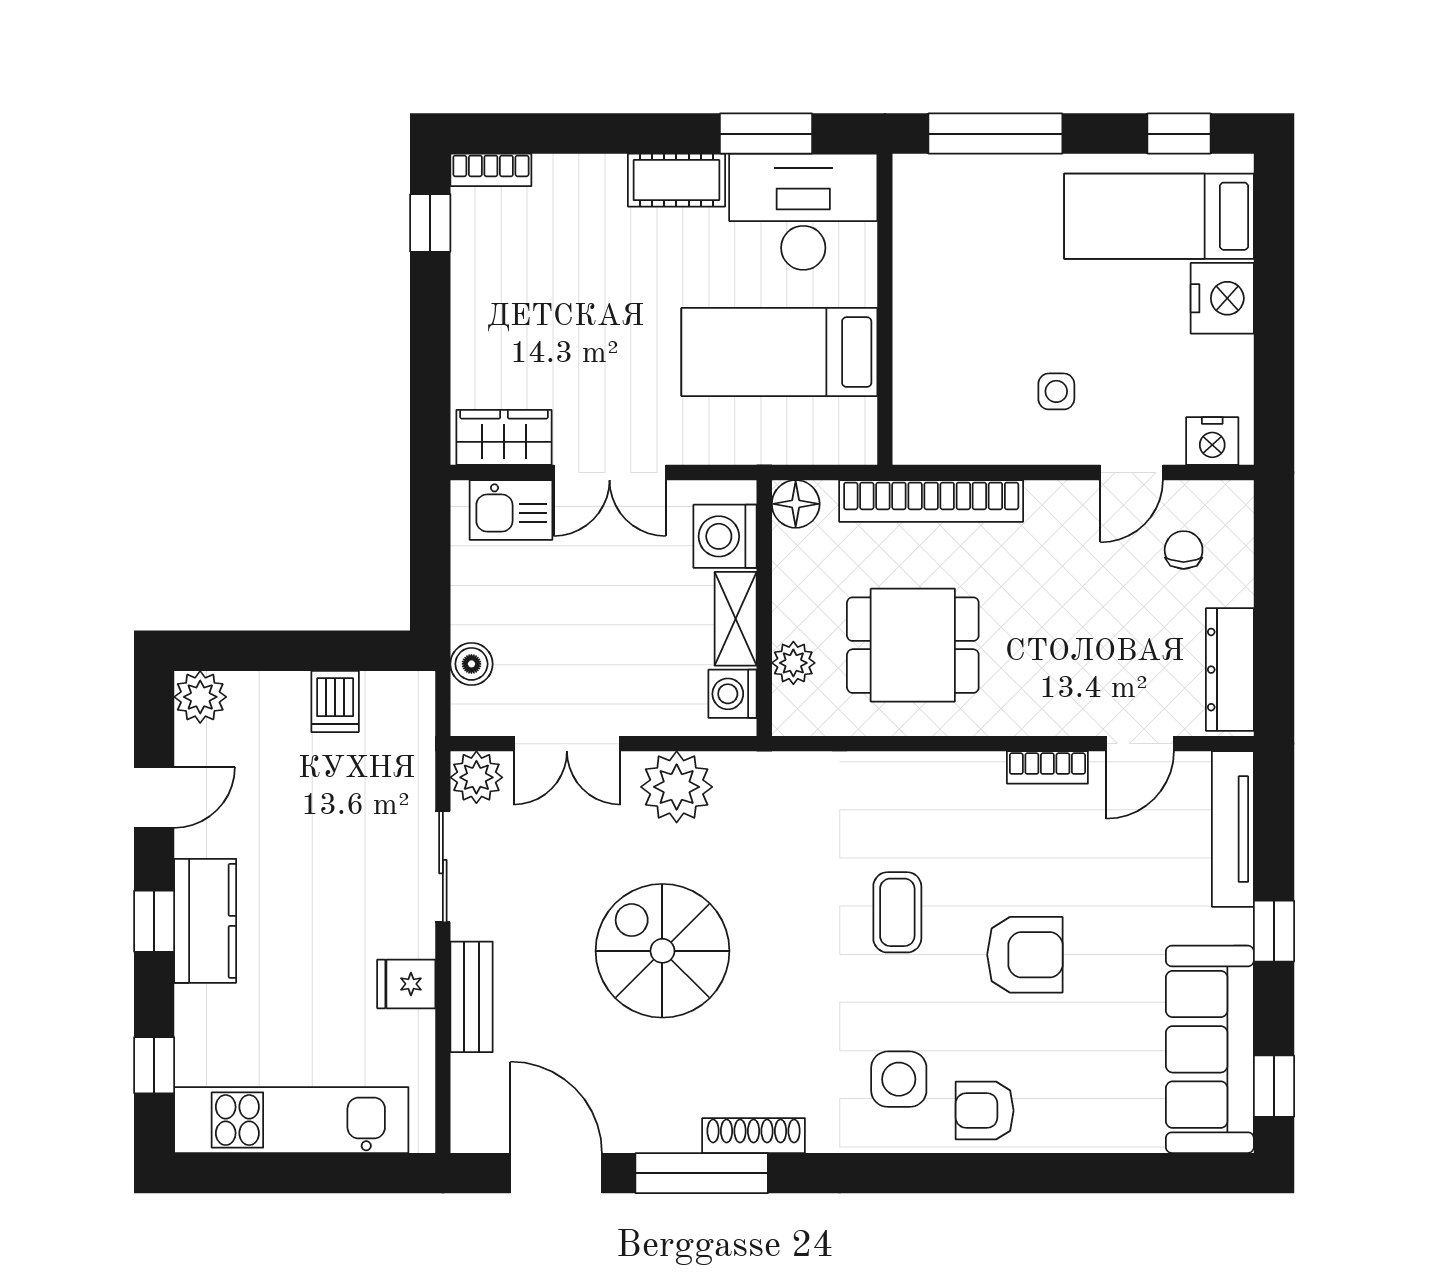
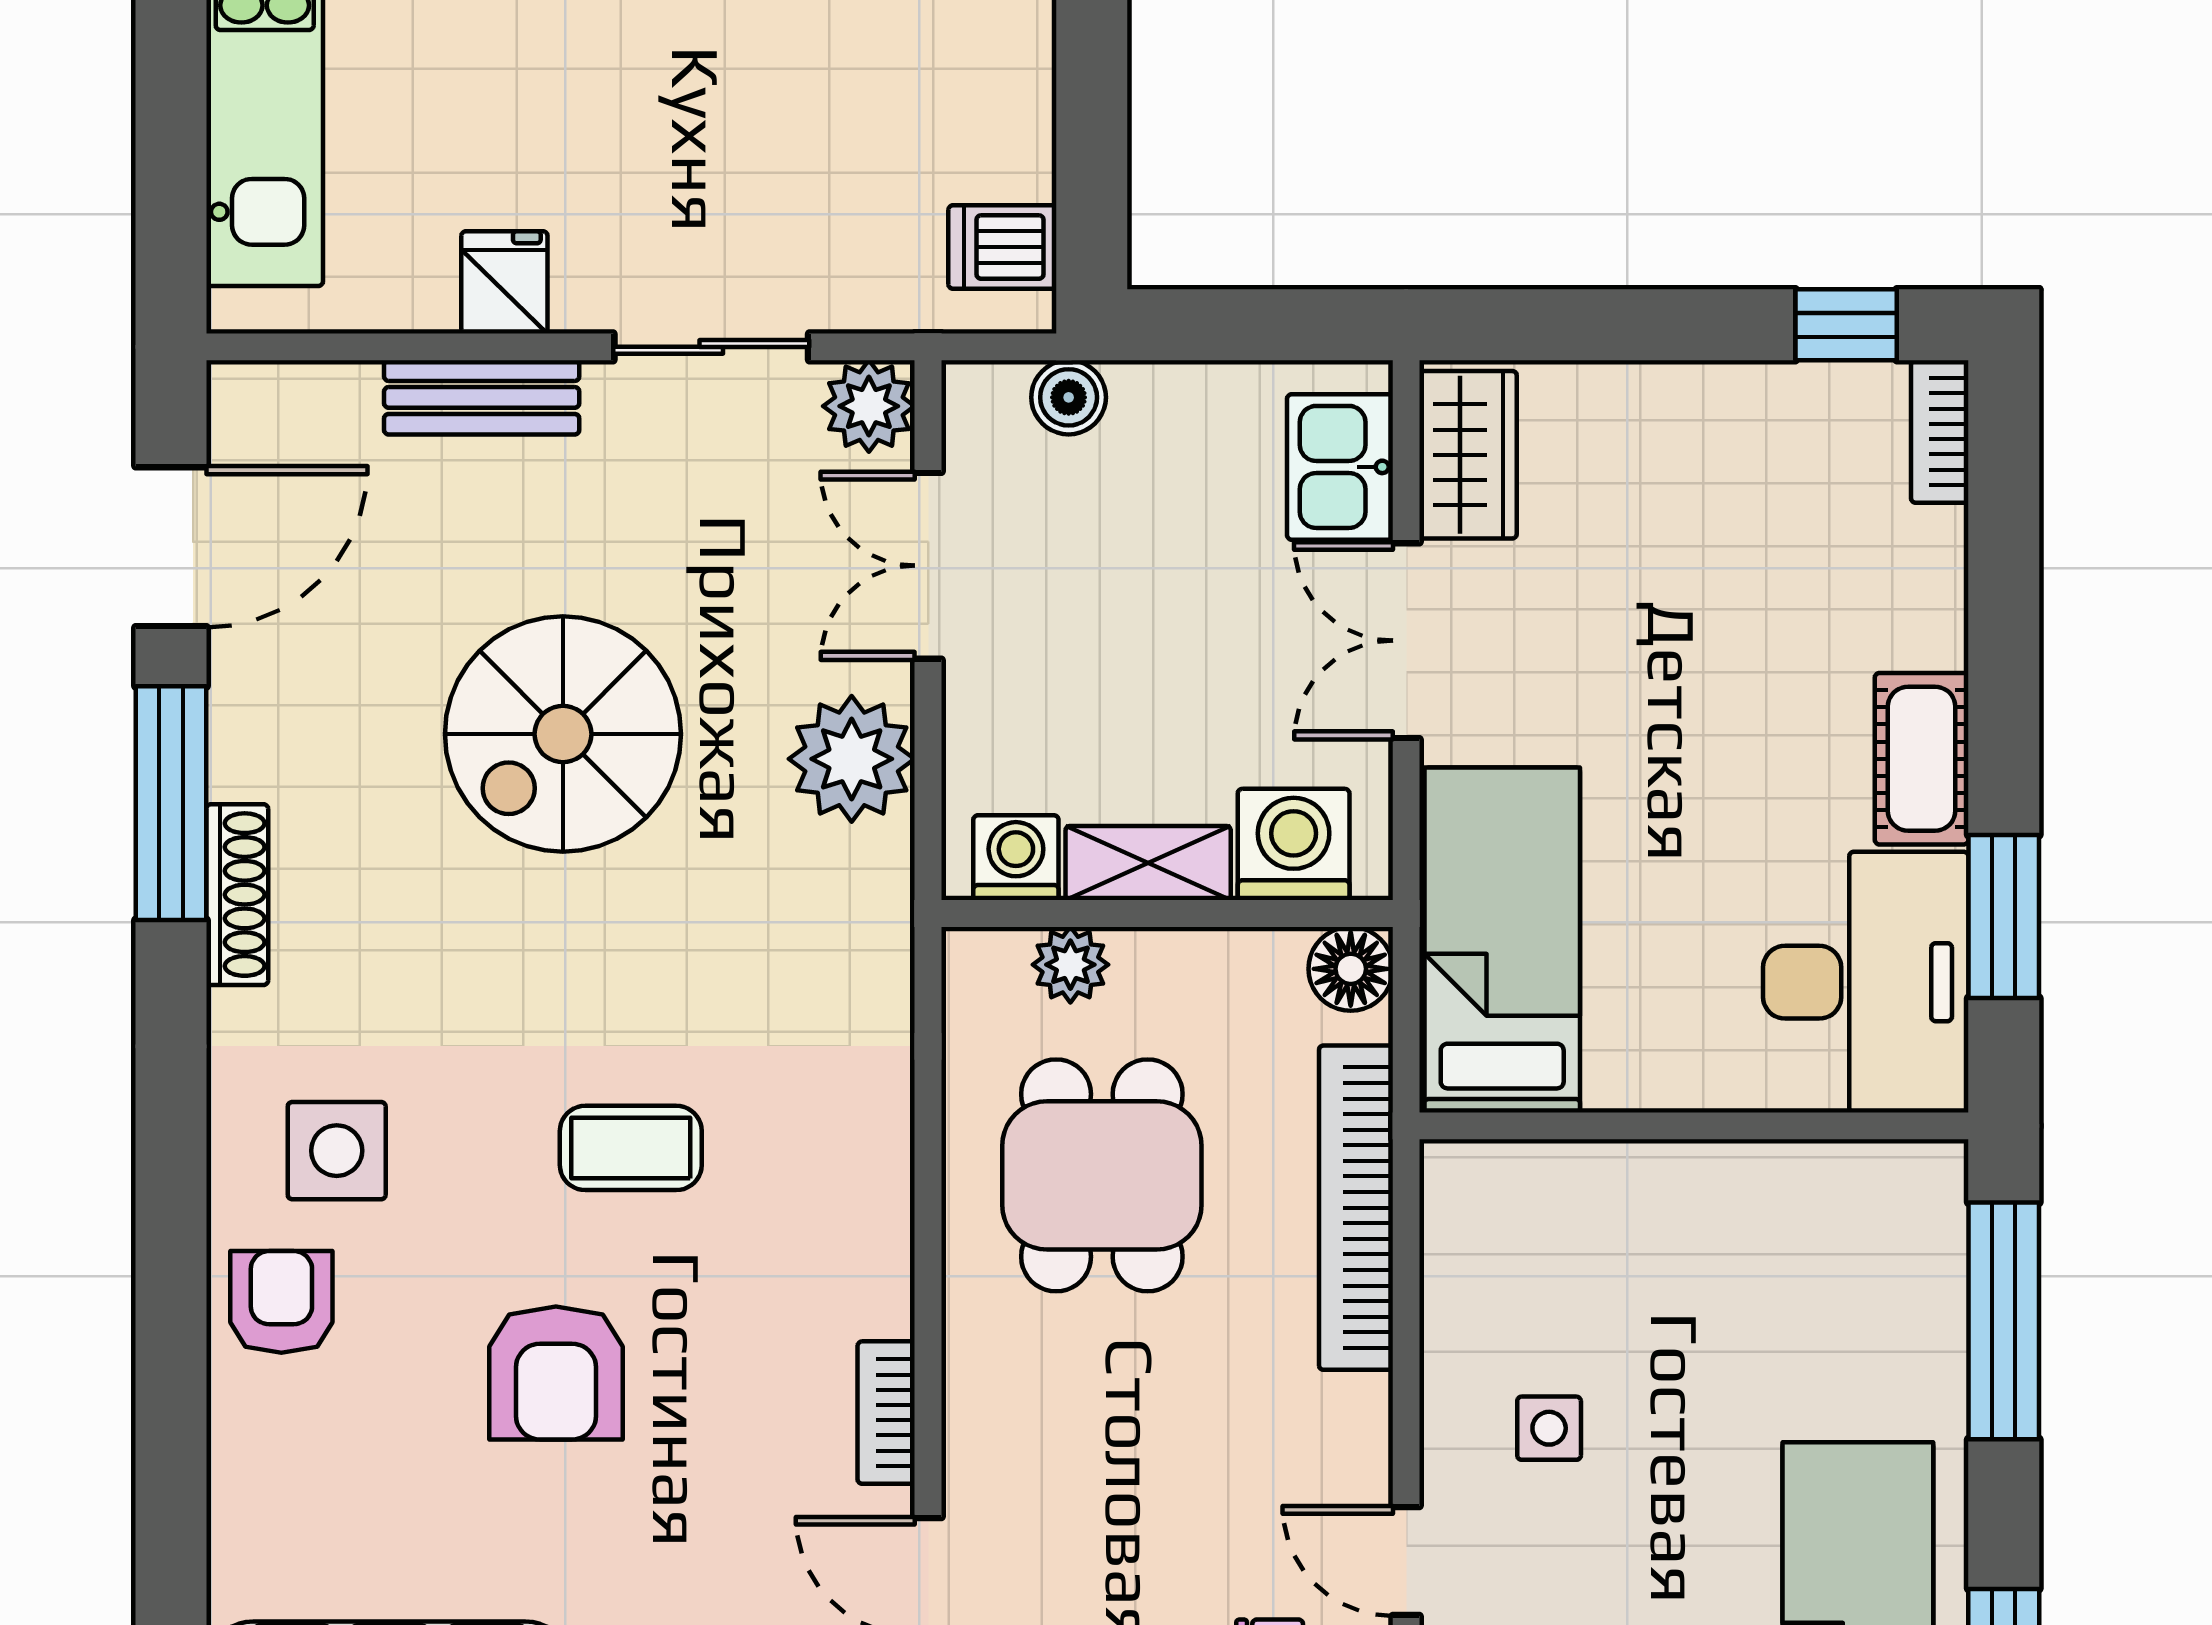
bed: (779, 352) -> (1502, 940), moved
dishwasher: (335, 701) -> (1002, 247), moved
spiral stairs: (662, 951) -> (563, 734), turned 180

